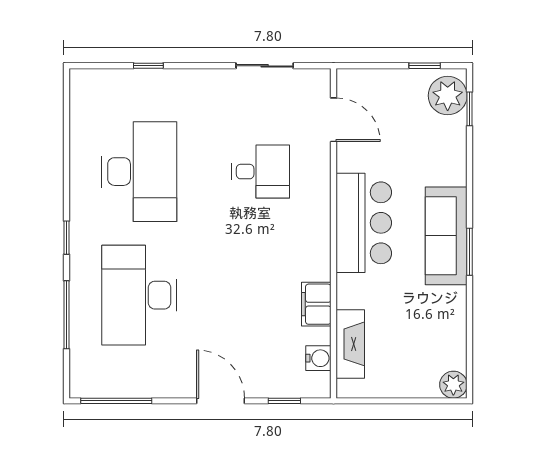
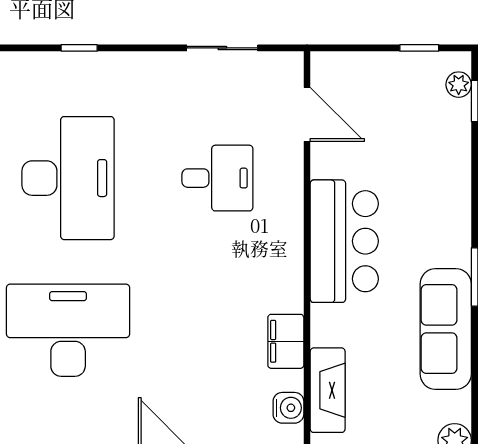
plant: (448, 96) -> (459, 85), width x0.53, depth x0.53
sofa: (446, 236) -> (446, 329), moved
desk: (139, 295) -> (68, 330), turned 90

